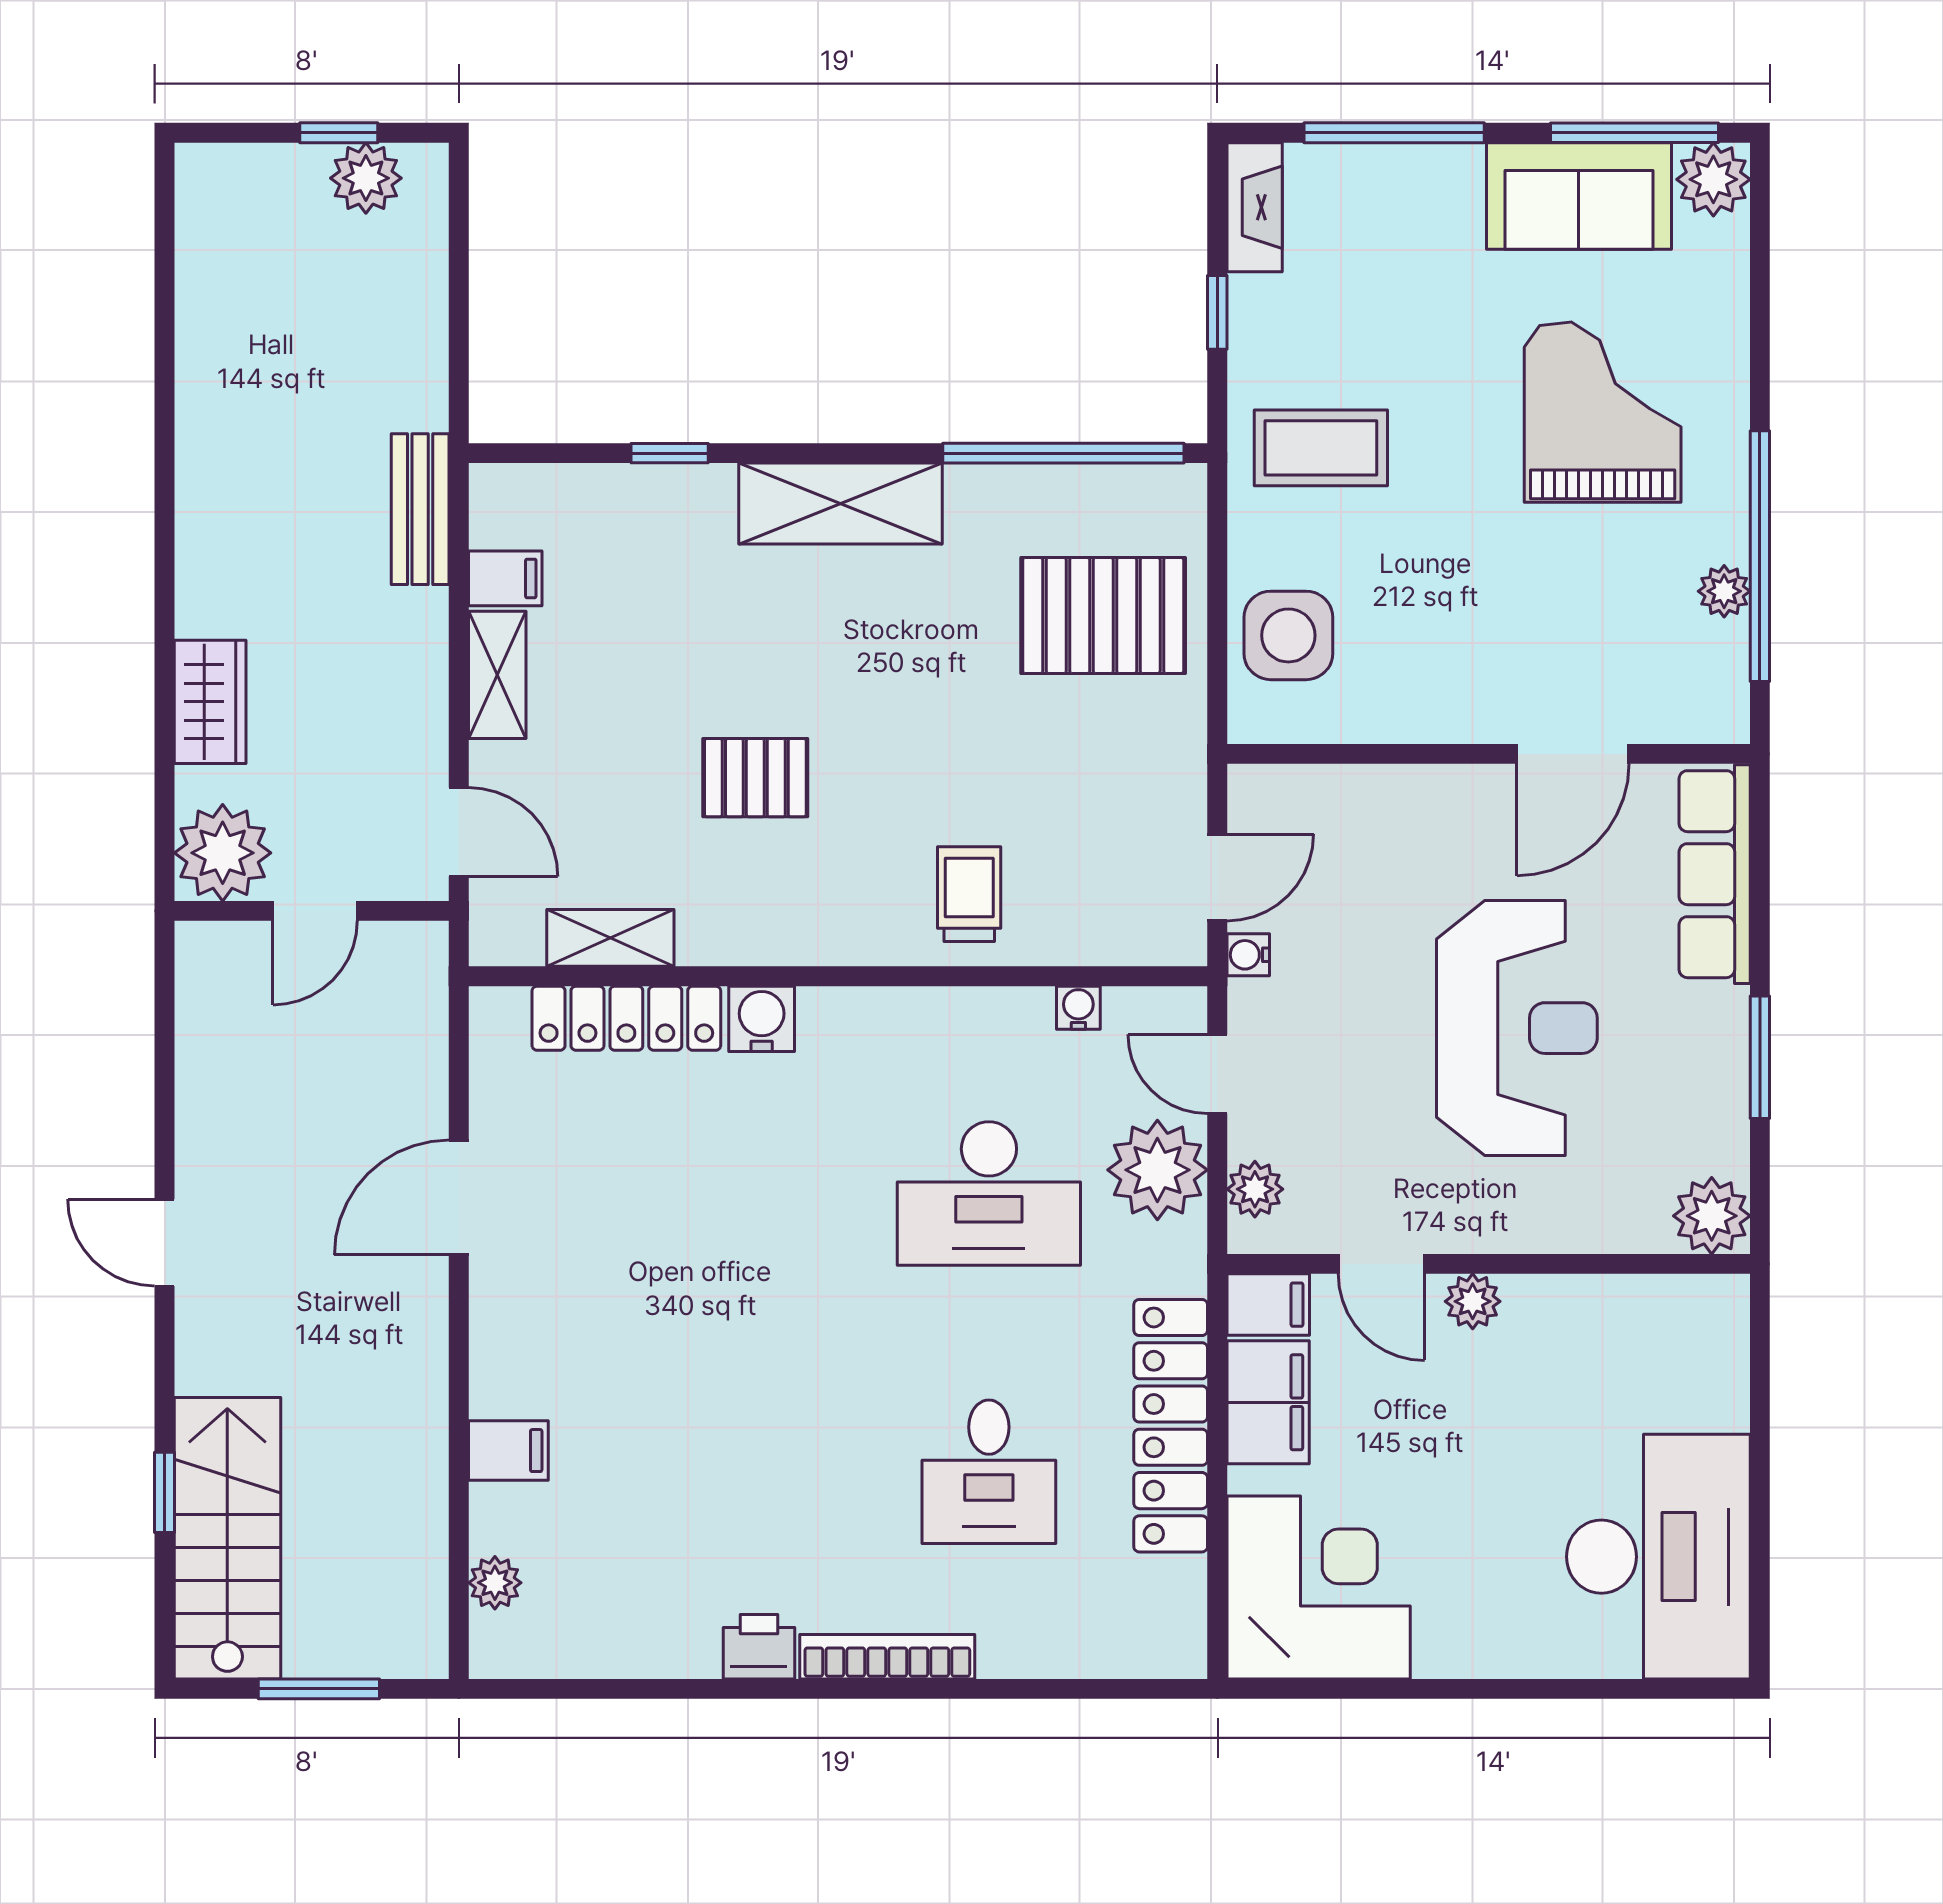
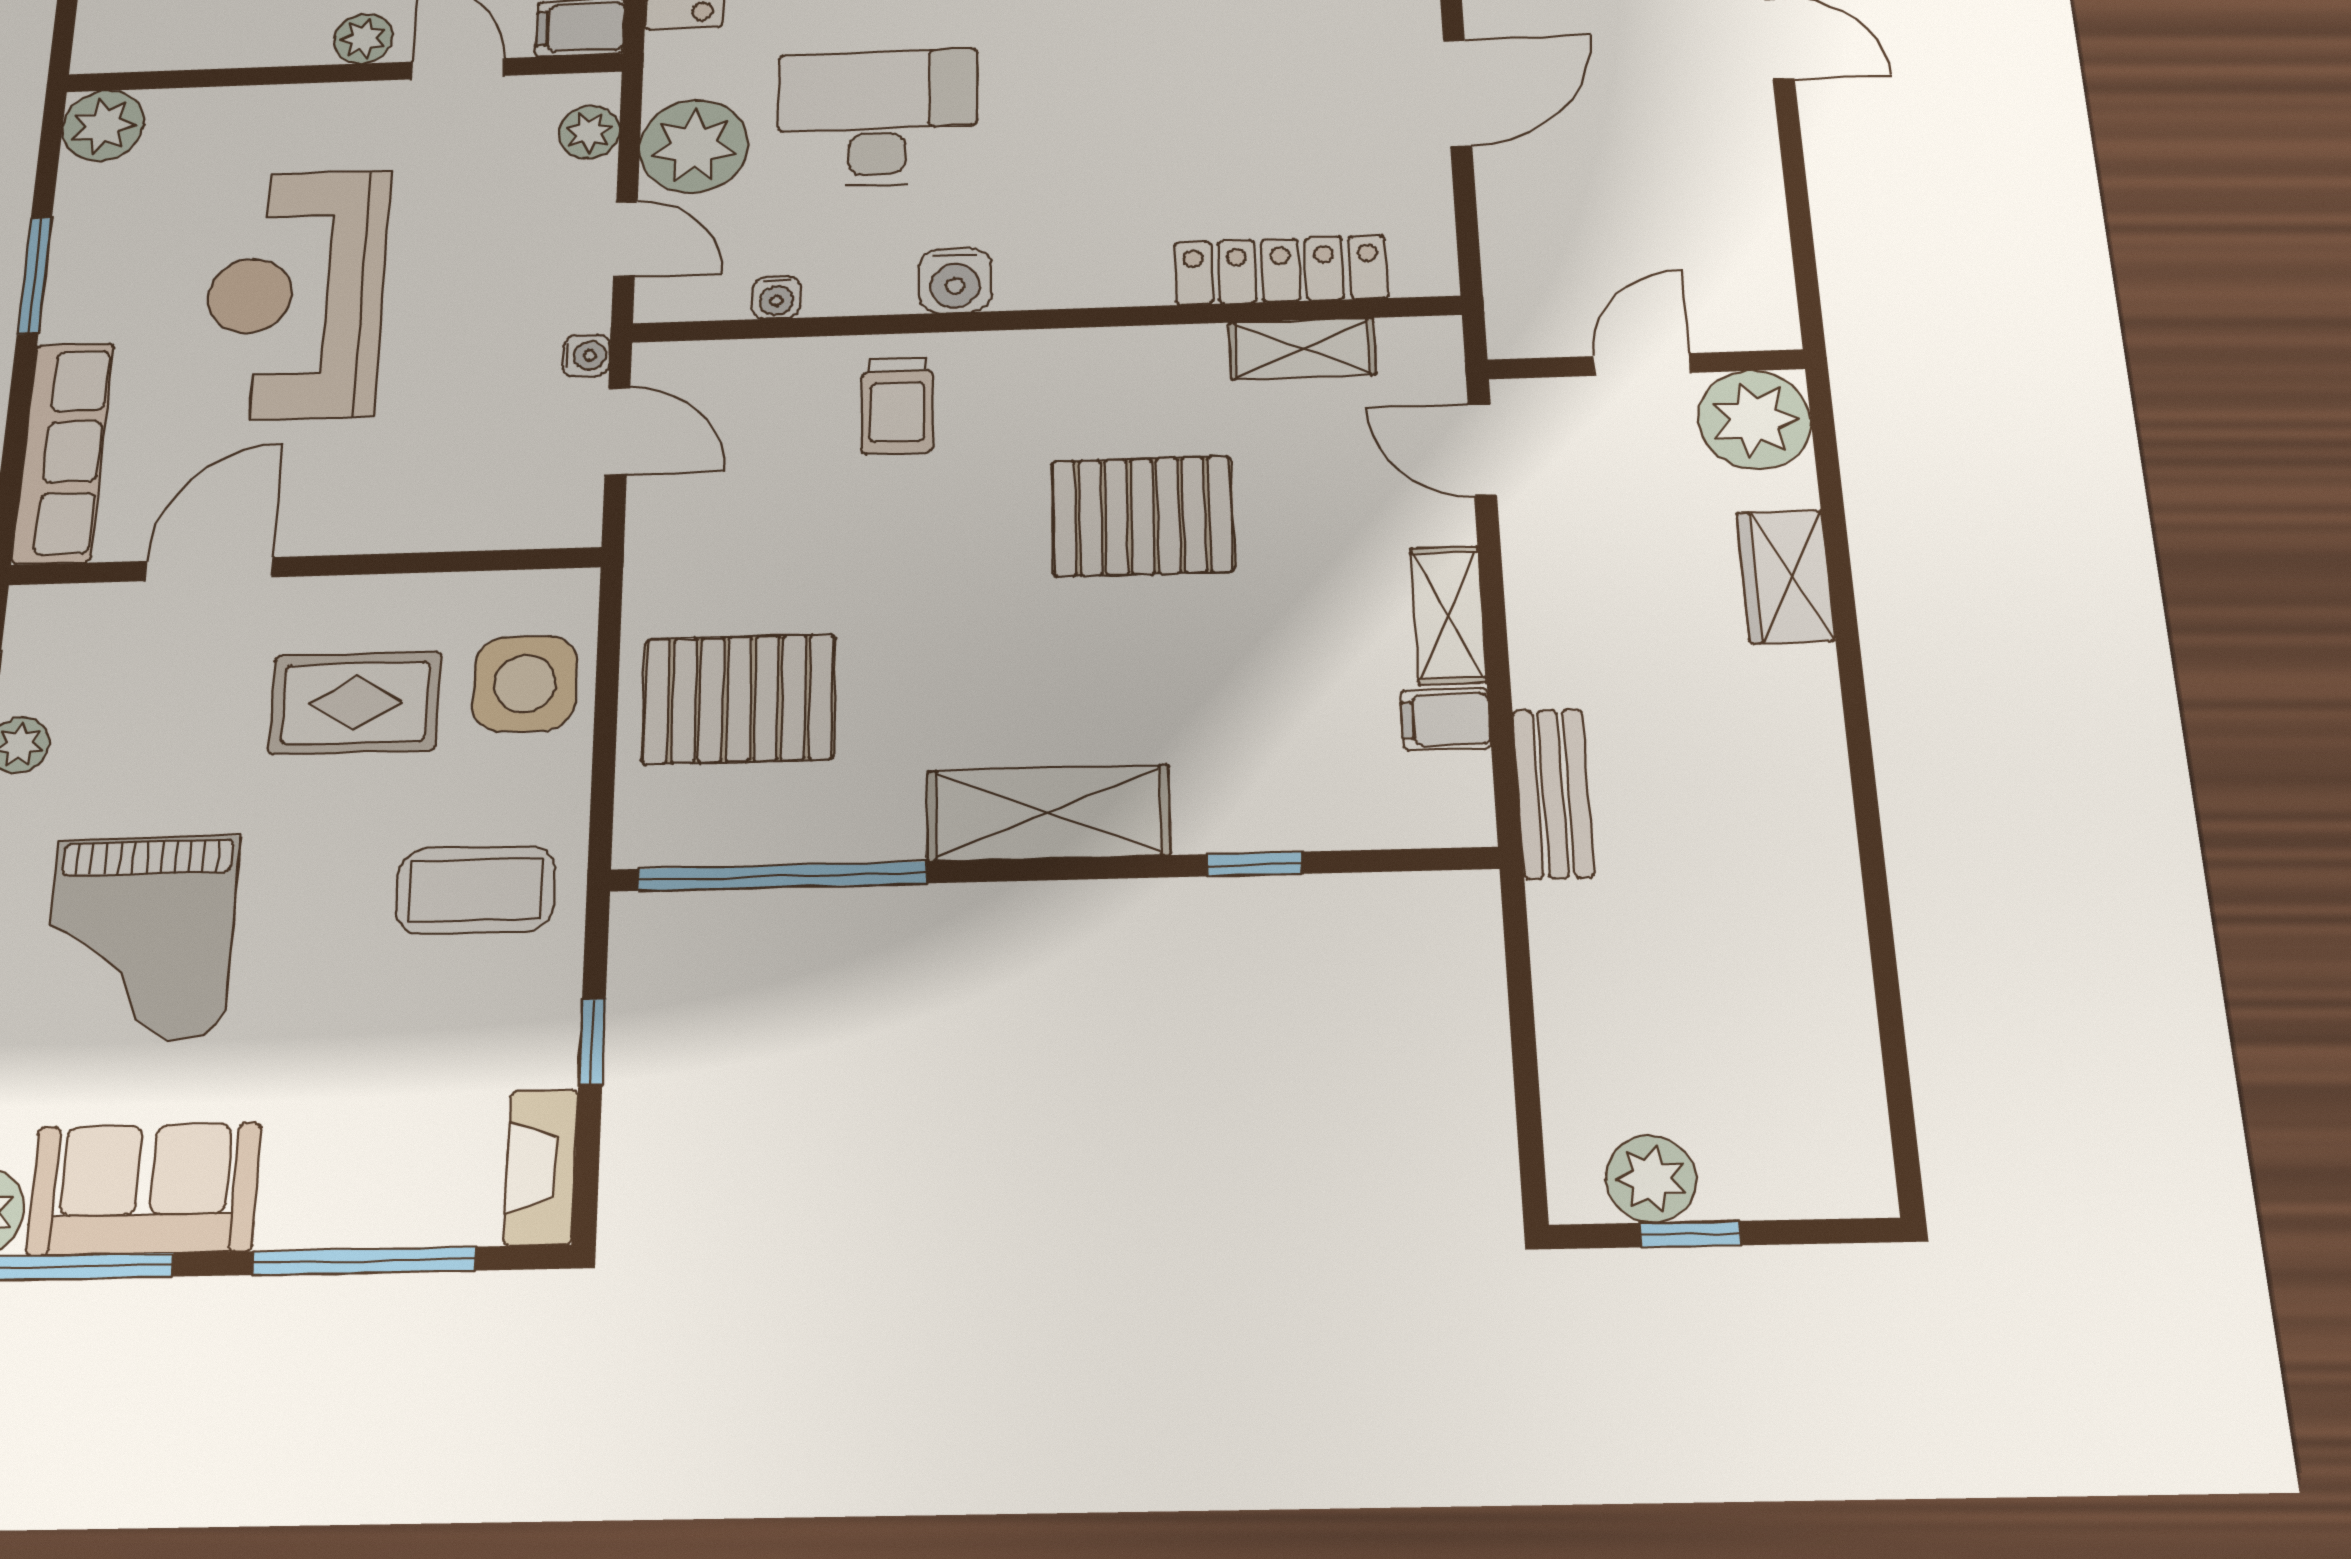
rug: (1435, 622) -> (355, 703), added
pallet: (755, 778) -> (1142, 516), width x1.50, depth x1.42
door: (1217, 877) -> (617, 431), swing flipped
water cooler: (762, 1019) -> (955, 281), moved

